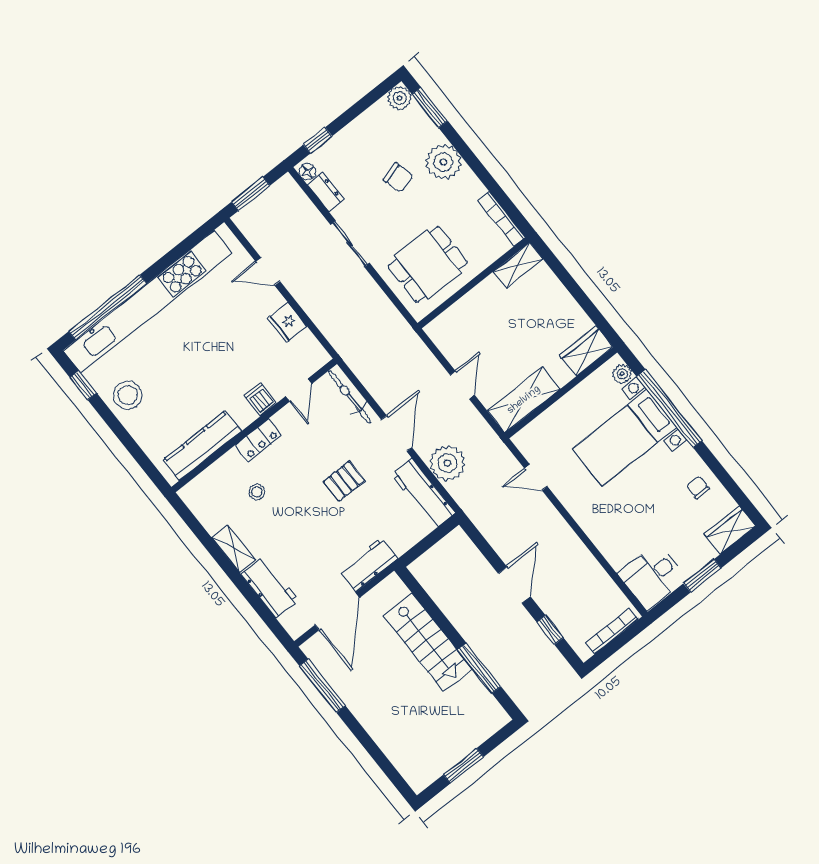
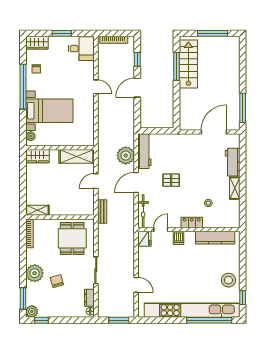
window: (318, 140) -> (42, 320), moved
dining table: (428, 264) -> (72, 238), turned 90
fridge: (287, 323) -> (144, 239), moved
bench: (414, 345) -> (102, 212), added
window: (669, 409) -> (23, 87), moved
door: (536, 477) -> (96, 87), moved
workbench: (368, 565) -> (188, 141), removed
stairs: (428, 642) -> (188, 64), moved
window: (463, 766) -> (213, 33), width x1.44

